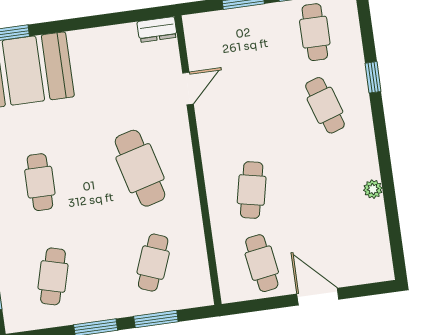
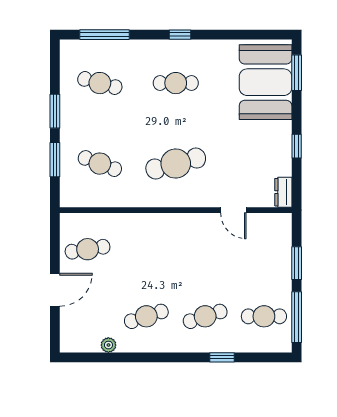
window: (98, 21) -> (297, 146), added
plant: (373, 189) -> (108, 345), moved
cafe table: (252, 190) -> (146, 316), moved, turned -30

